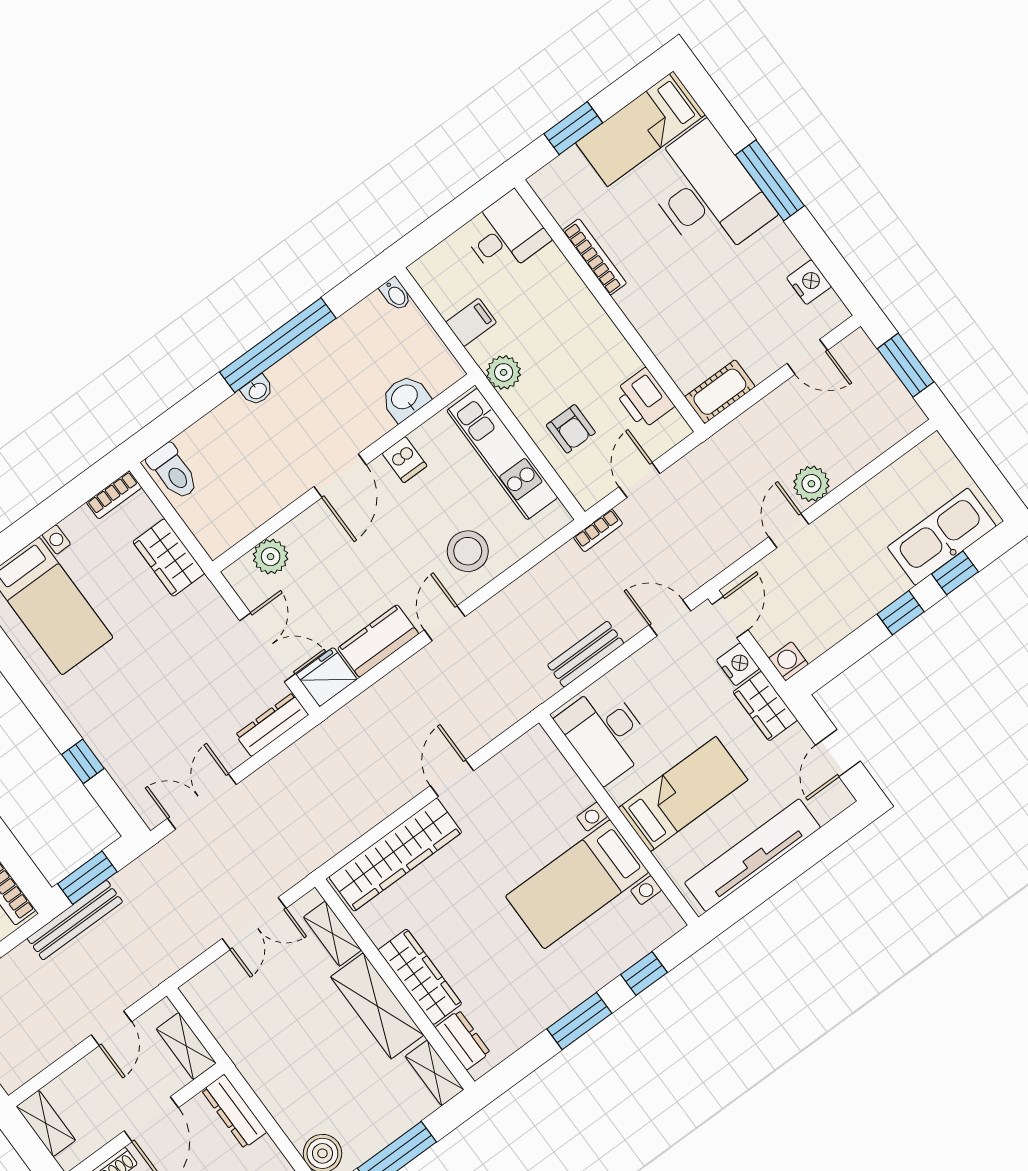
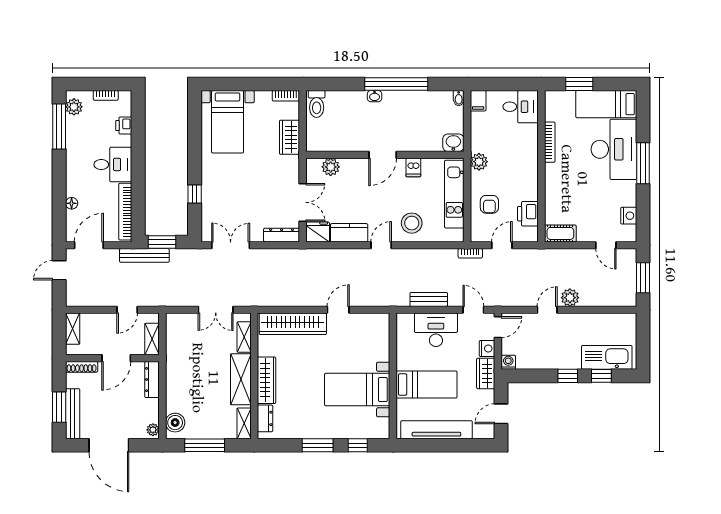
filing cabinet: (471, 322) -> (478, 101), moved, turned 90
washbasin: (405, 398) -> (453, 143), moved
desk: (605, 733) -> (436, 330), moved, turned 90

